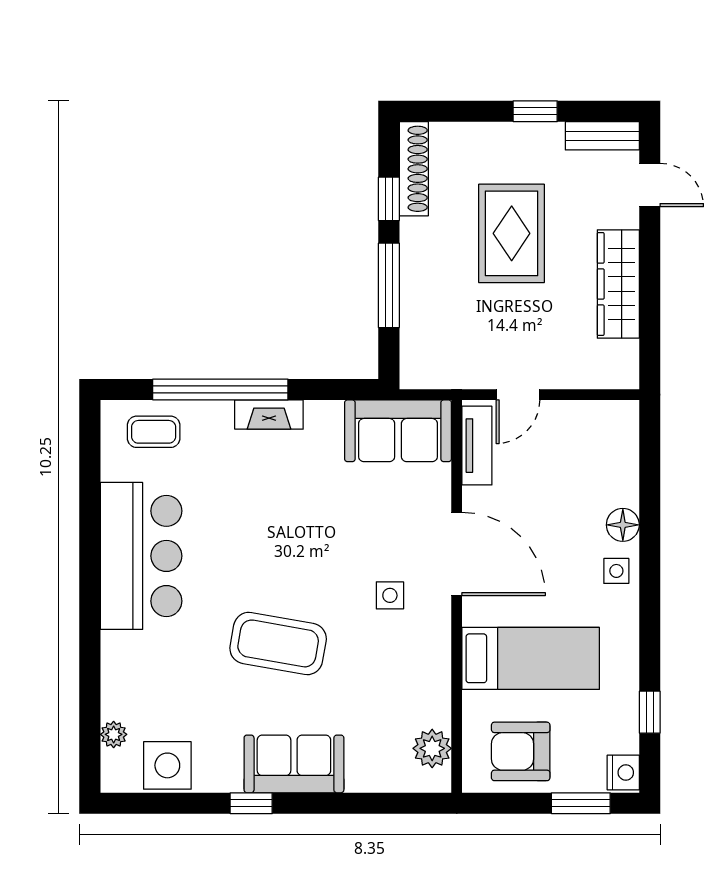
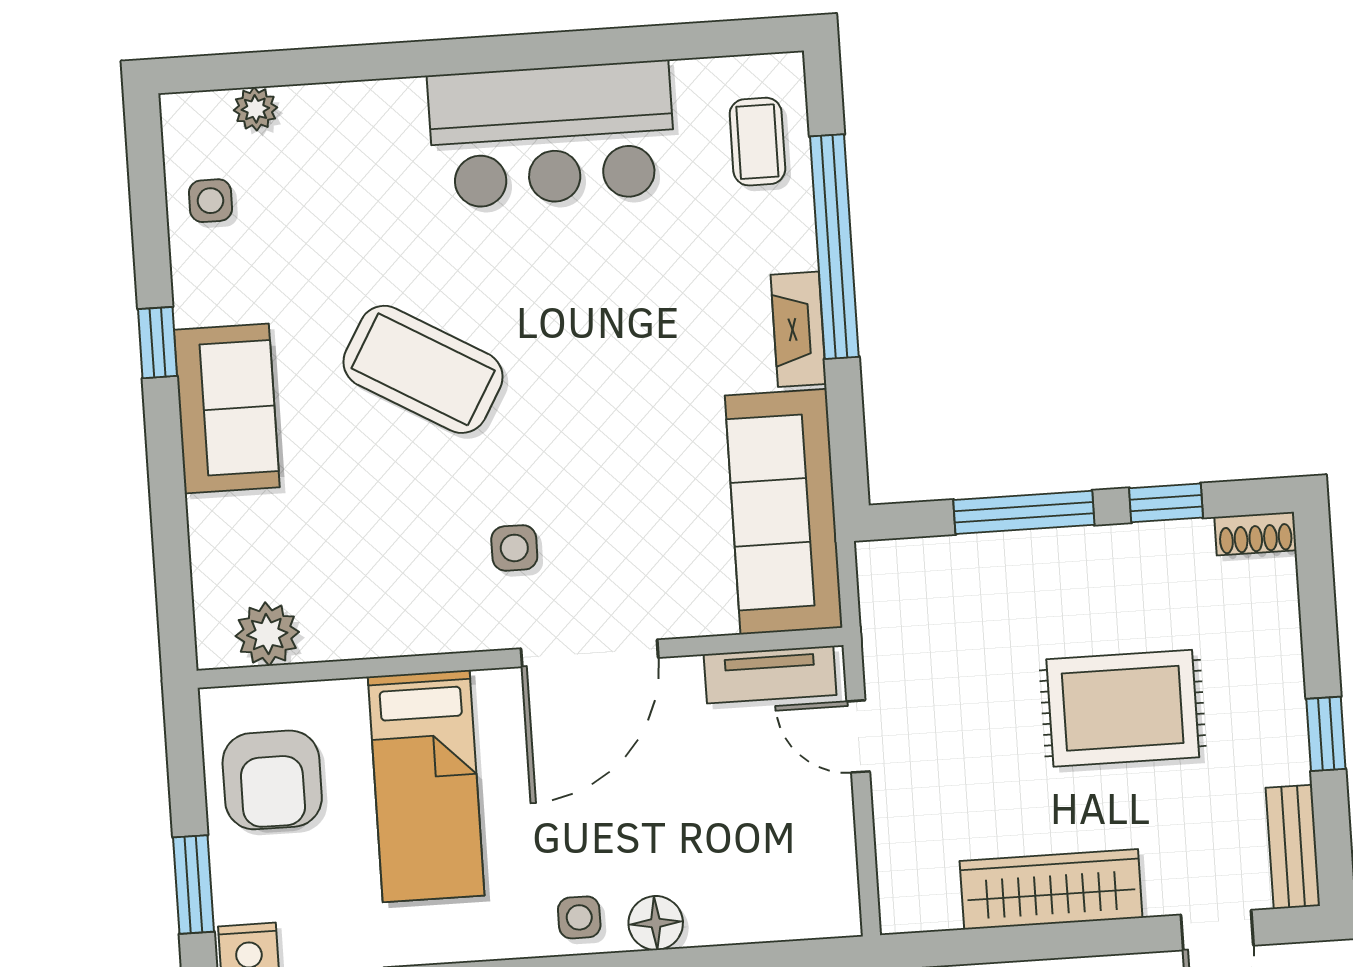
shoe rack: (414, 169) -> (1255, 534), width x0.51, depth x0.81
sofa: (398, 431) -> (784, 512), width x1.36
coffee table: (278, 643) -> (423, 369), turned -70
armchair: (521, 751) -> (272, 780), turned 180
side table: (167, 765) -> (210, 201), width x0.54, depth x0.54

